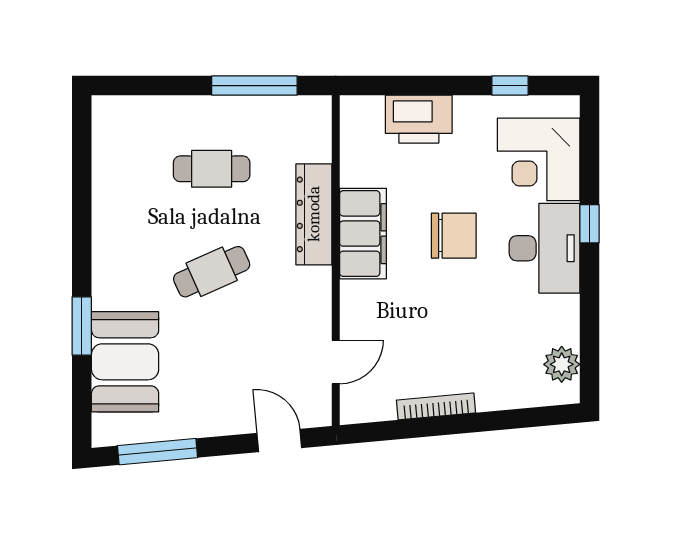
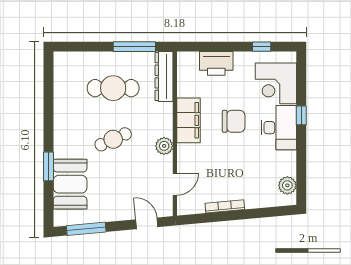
cafe table: (212, 169) -> (113, 88), width x1.37, depth x1.35
dresser: (314, 214) -> (164, 77), moved
plant: (314, 285) -> (164, 146), added

